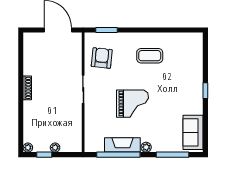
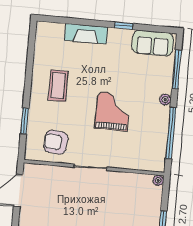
window: (107, 30) -> (25, 121), moved
window: (205, 91) -> (124, 26), moved
fireplace: (122, 145) -> (86, 34), moved, turned -90
plant: (55, 148) -> (158, 180), moved

